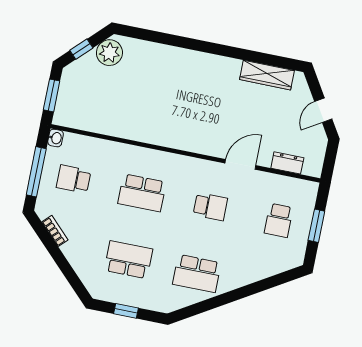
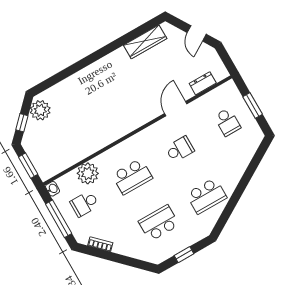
plant: (102, 153) -> (88, 173), added

